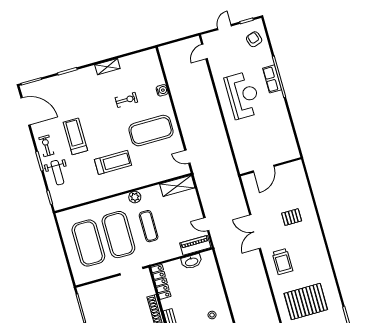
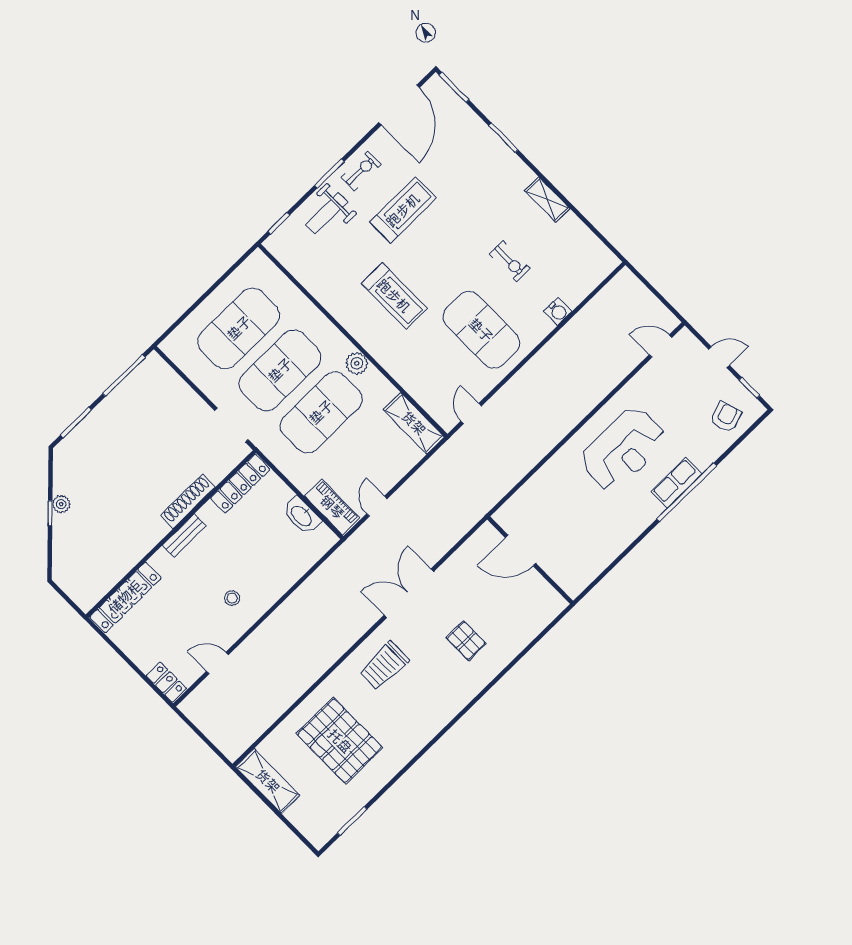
exercise mat: (149, 226) -> (321, 412), width x2.00, depth x1.45

